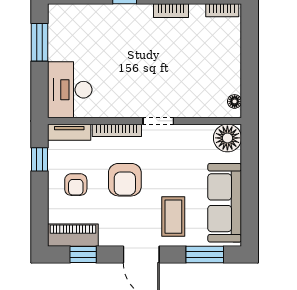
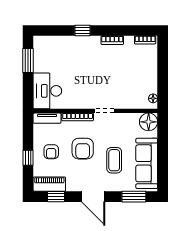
window: (40, 159) -> (28, 158), moved
coffee table: (173, 217) -> (114, 160), moved

